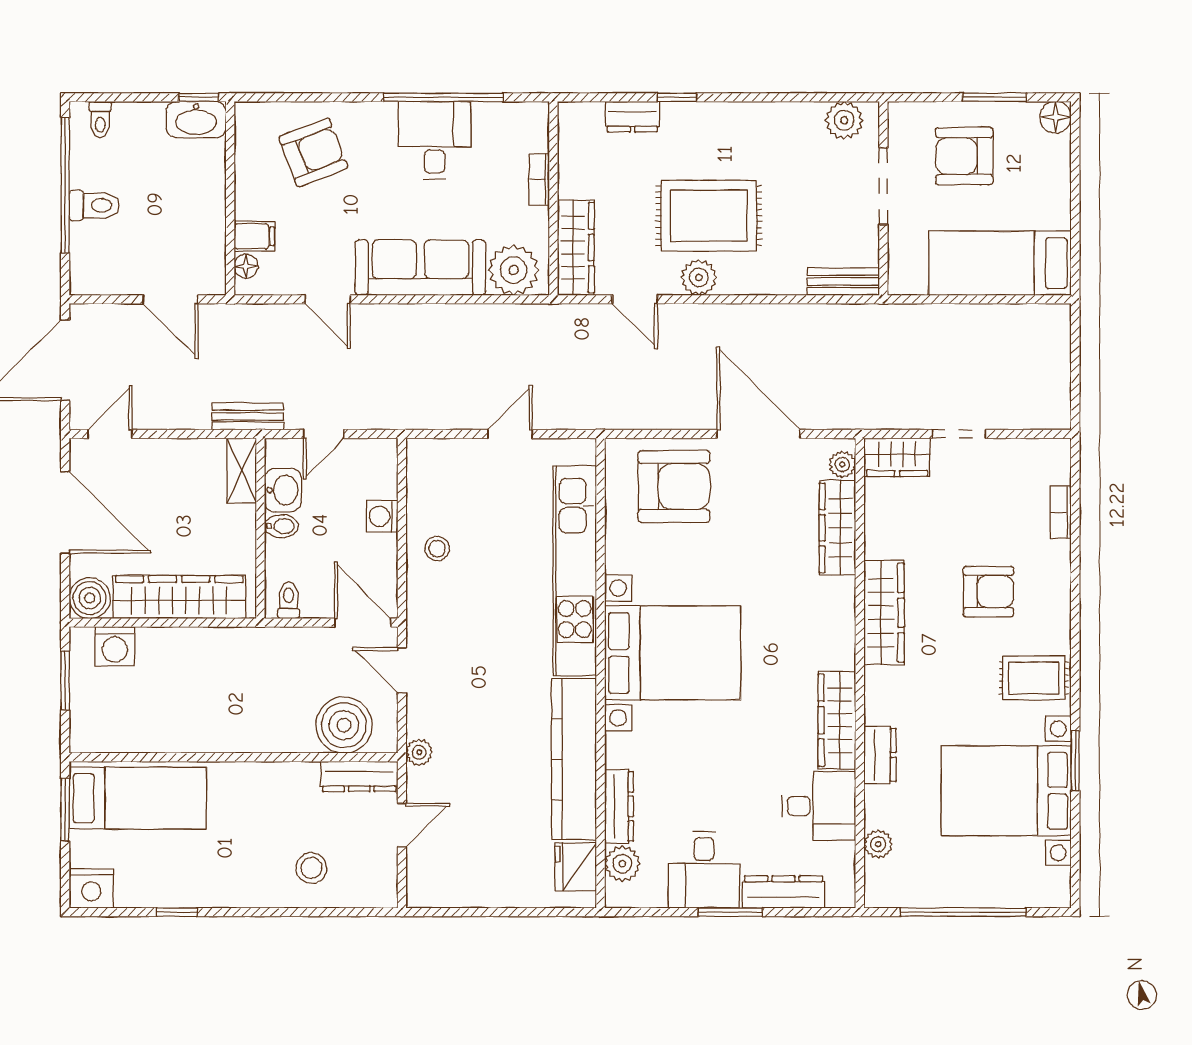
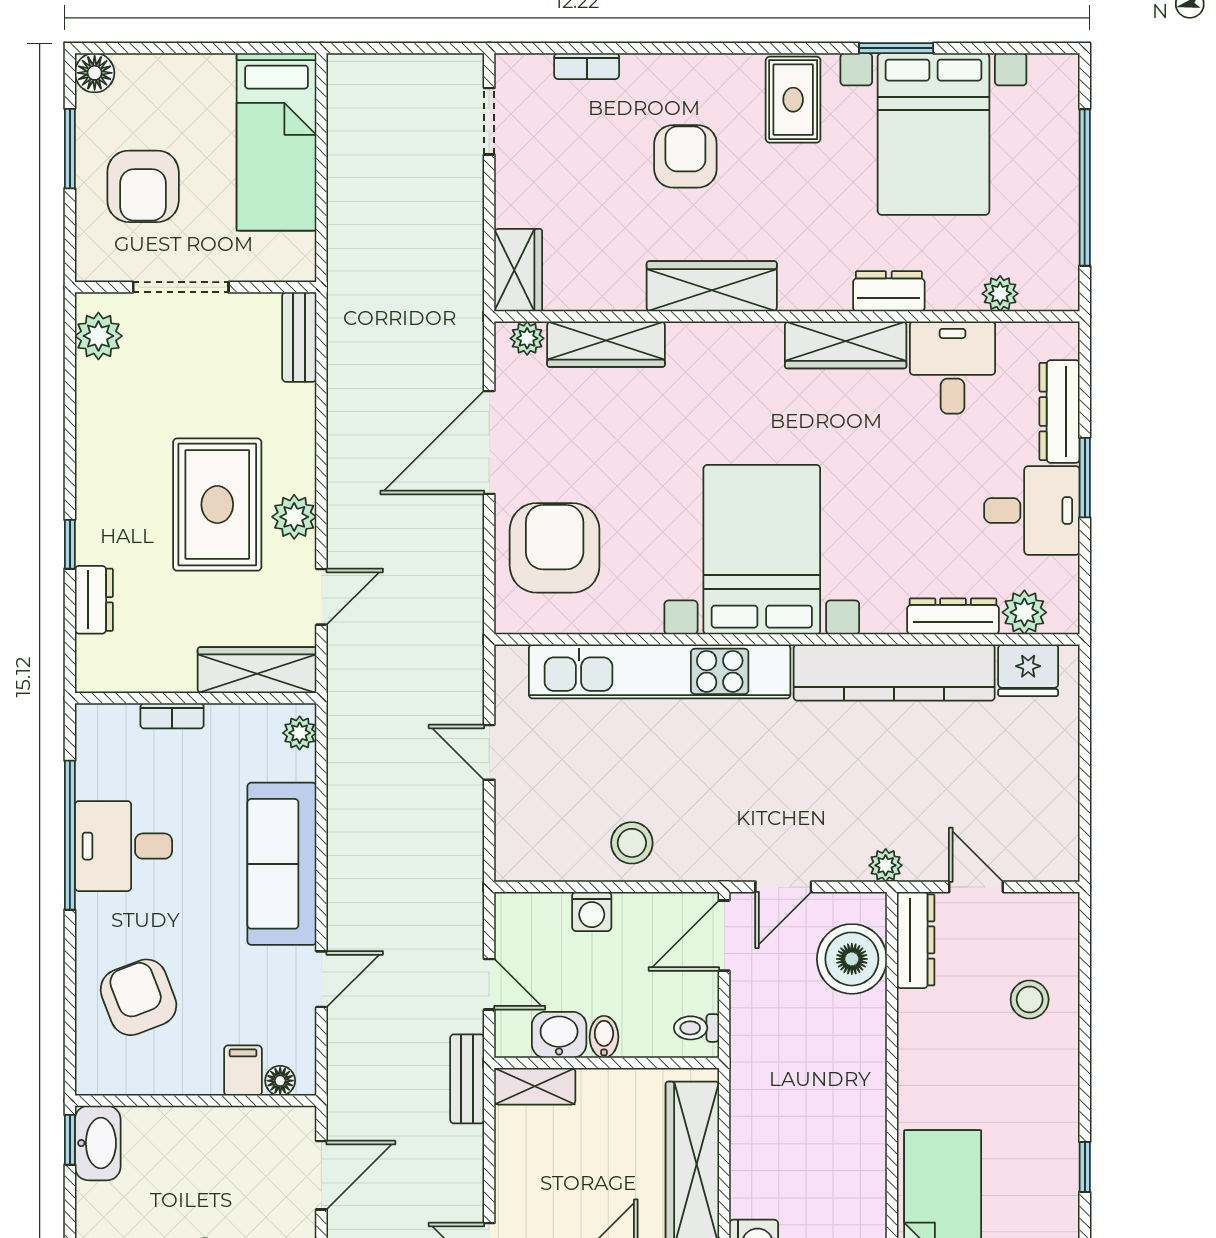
plant: (514, 270) -> (300, 733), width x0.53, depth x0.53
doorway: (959, 434) -> (489, 121), moved
stool: (437, 549) -> (632, 843), width x1.37, depth x1.37

